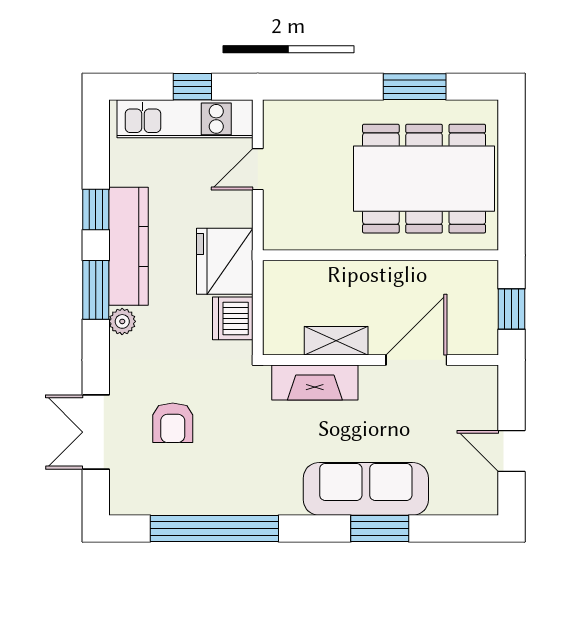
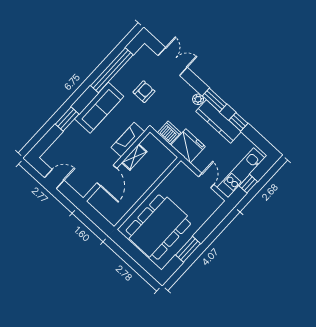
window: (511, 309) -> (96, 217), removed
armchair: (173, 423) -> (144, 92), moved, turned 90
sofa: (366, 489) -> (99, 108), moved

